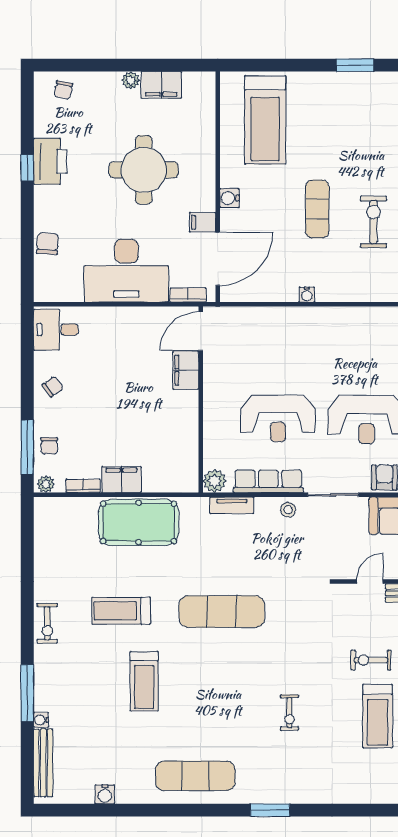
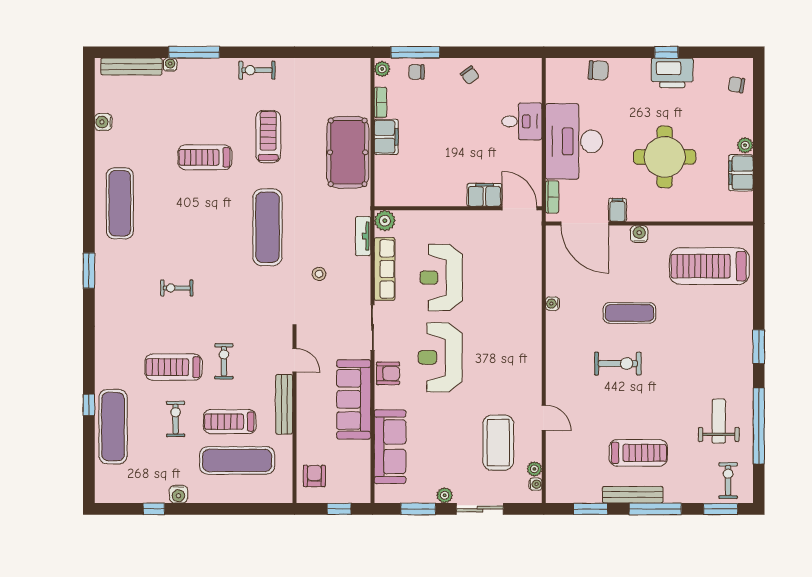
desk: (56, 330) -> (522, 121), moved, turned 90
stool: (288, 510) -> (319, 274), moved

